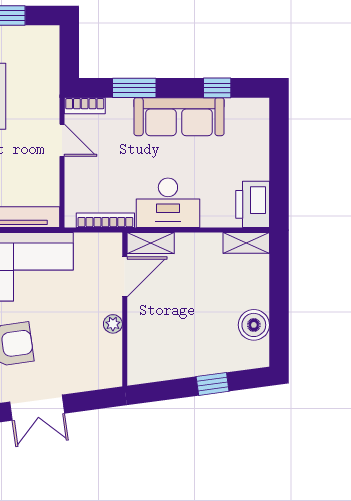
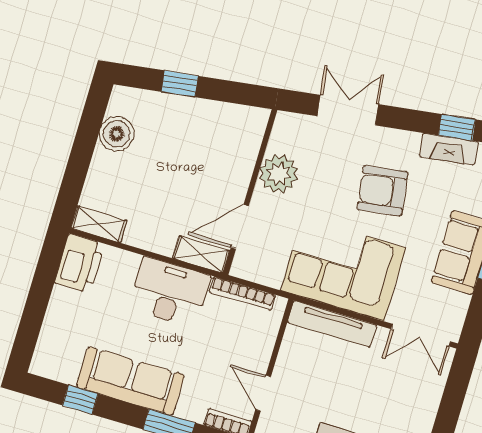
plant: (113, 324) -> (279, 174), width x1.88, depth x1.88
double door: (37, 408) -> (348, 110), moved

